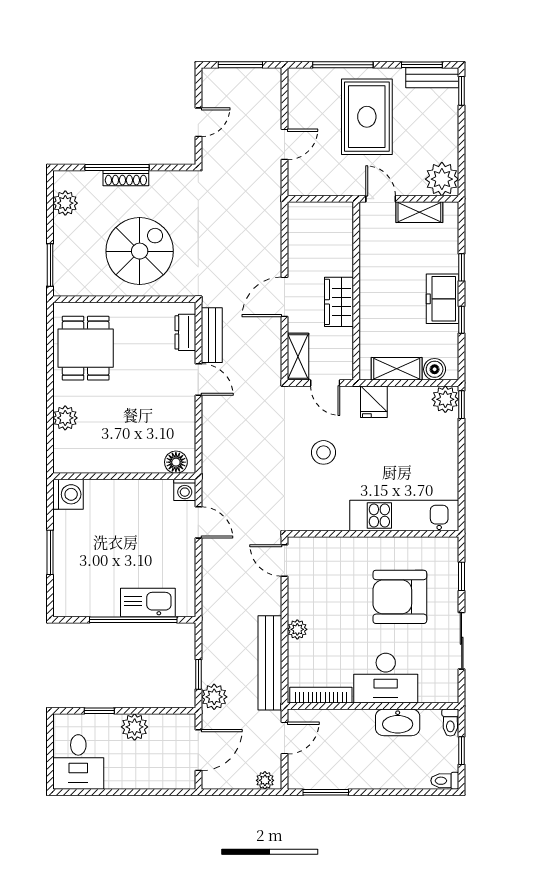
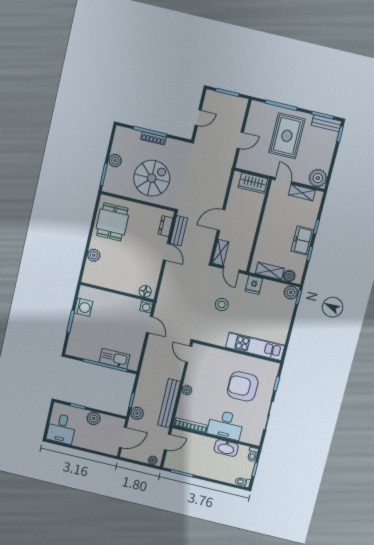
plant: (65, 203) -> (115, 161), moved
wardrobe: (339, 302) -> (253, 183), moved, turned -90
washing machine: (68, 494) -> (84, 307), moved

